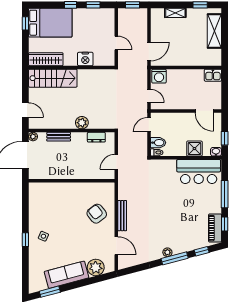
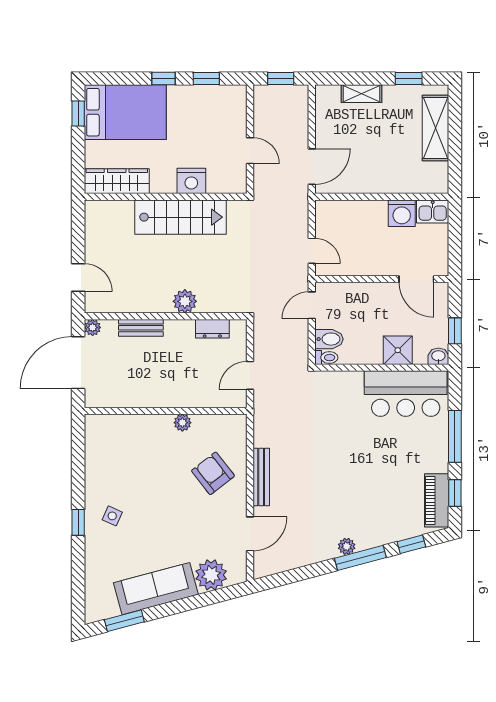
washing machine: (159, 76) -> (402, 213), moved
stairs: (53, 78) -> (181, 217), moved
plant: (81, 187) -> (182, 423), added
door: (116, 246) -> (250, 534), hinge flipped

